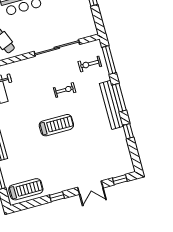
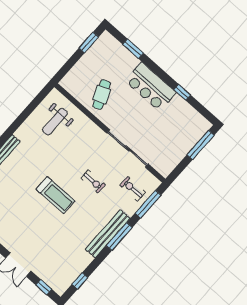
window: (128, 131) -> (80, 281), moved

